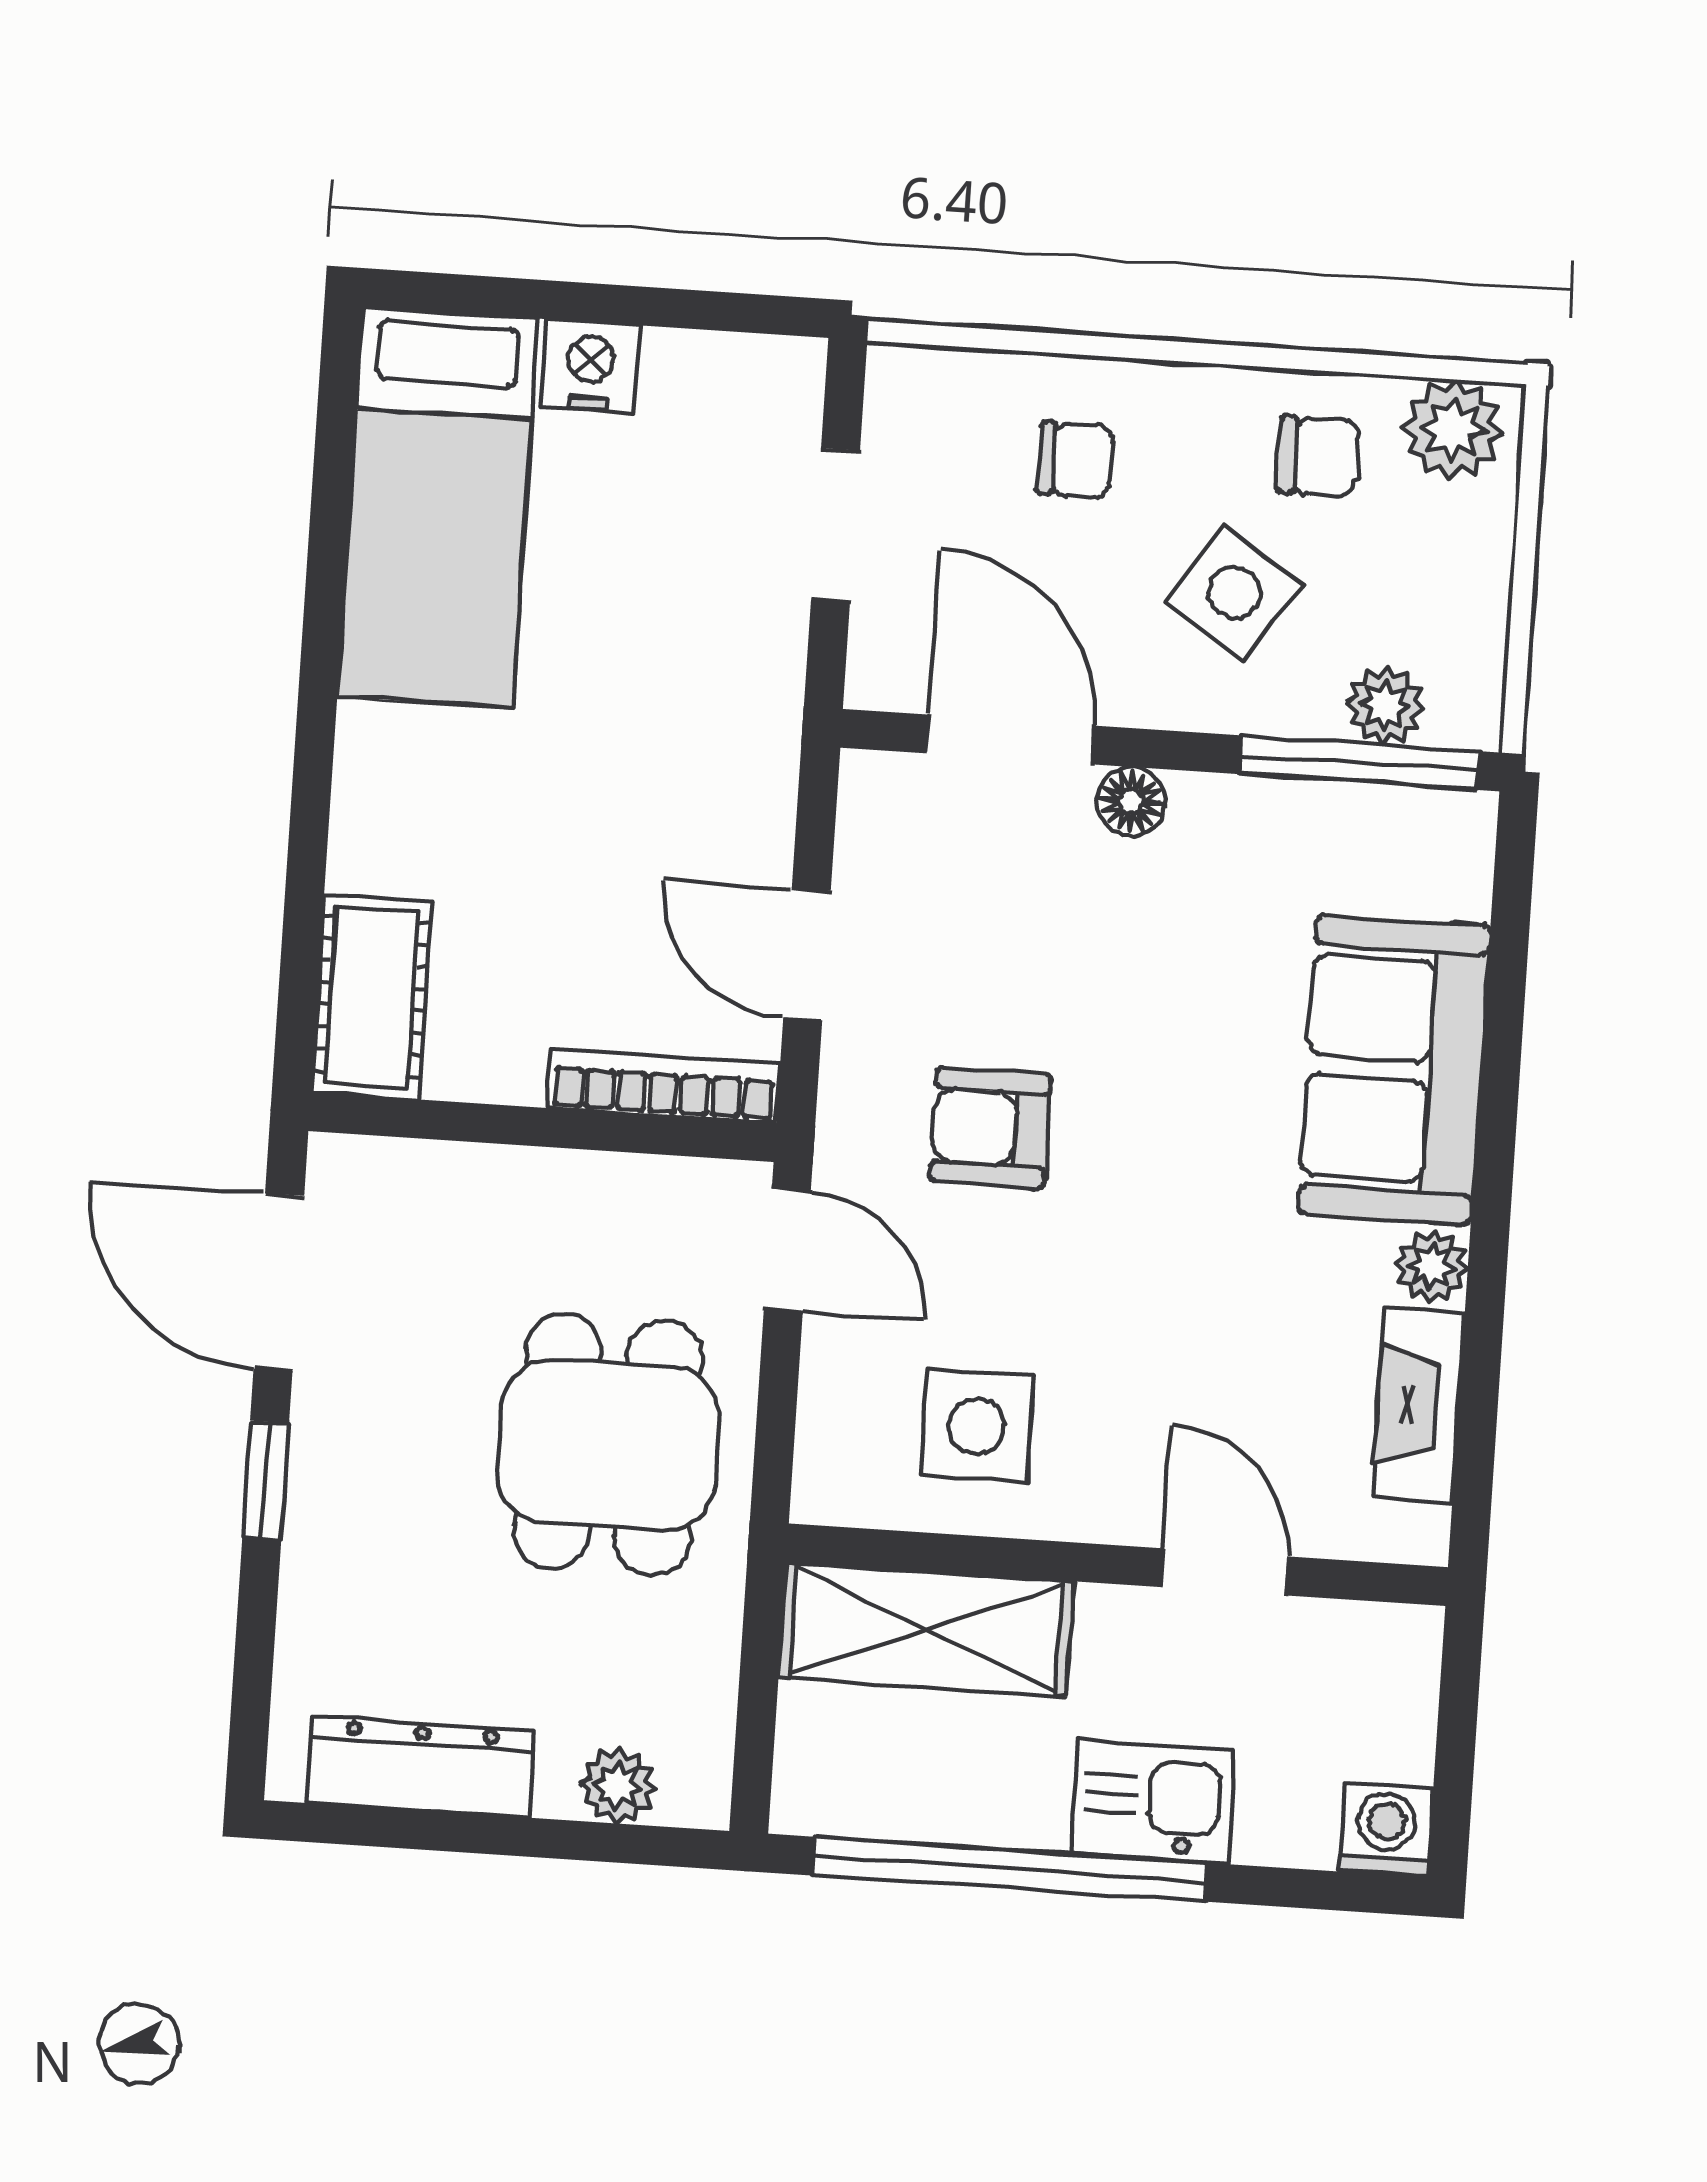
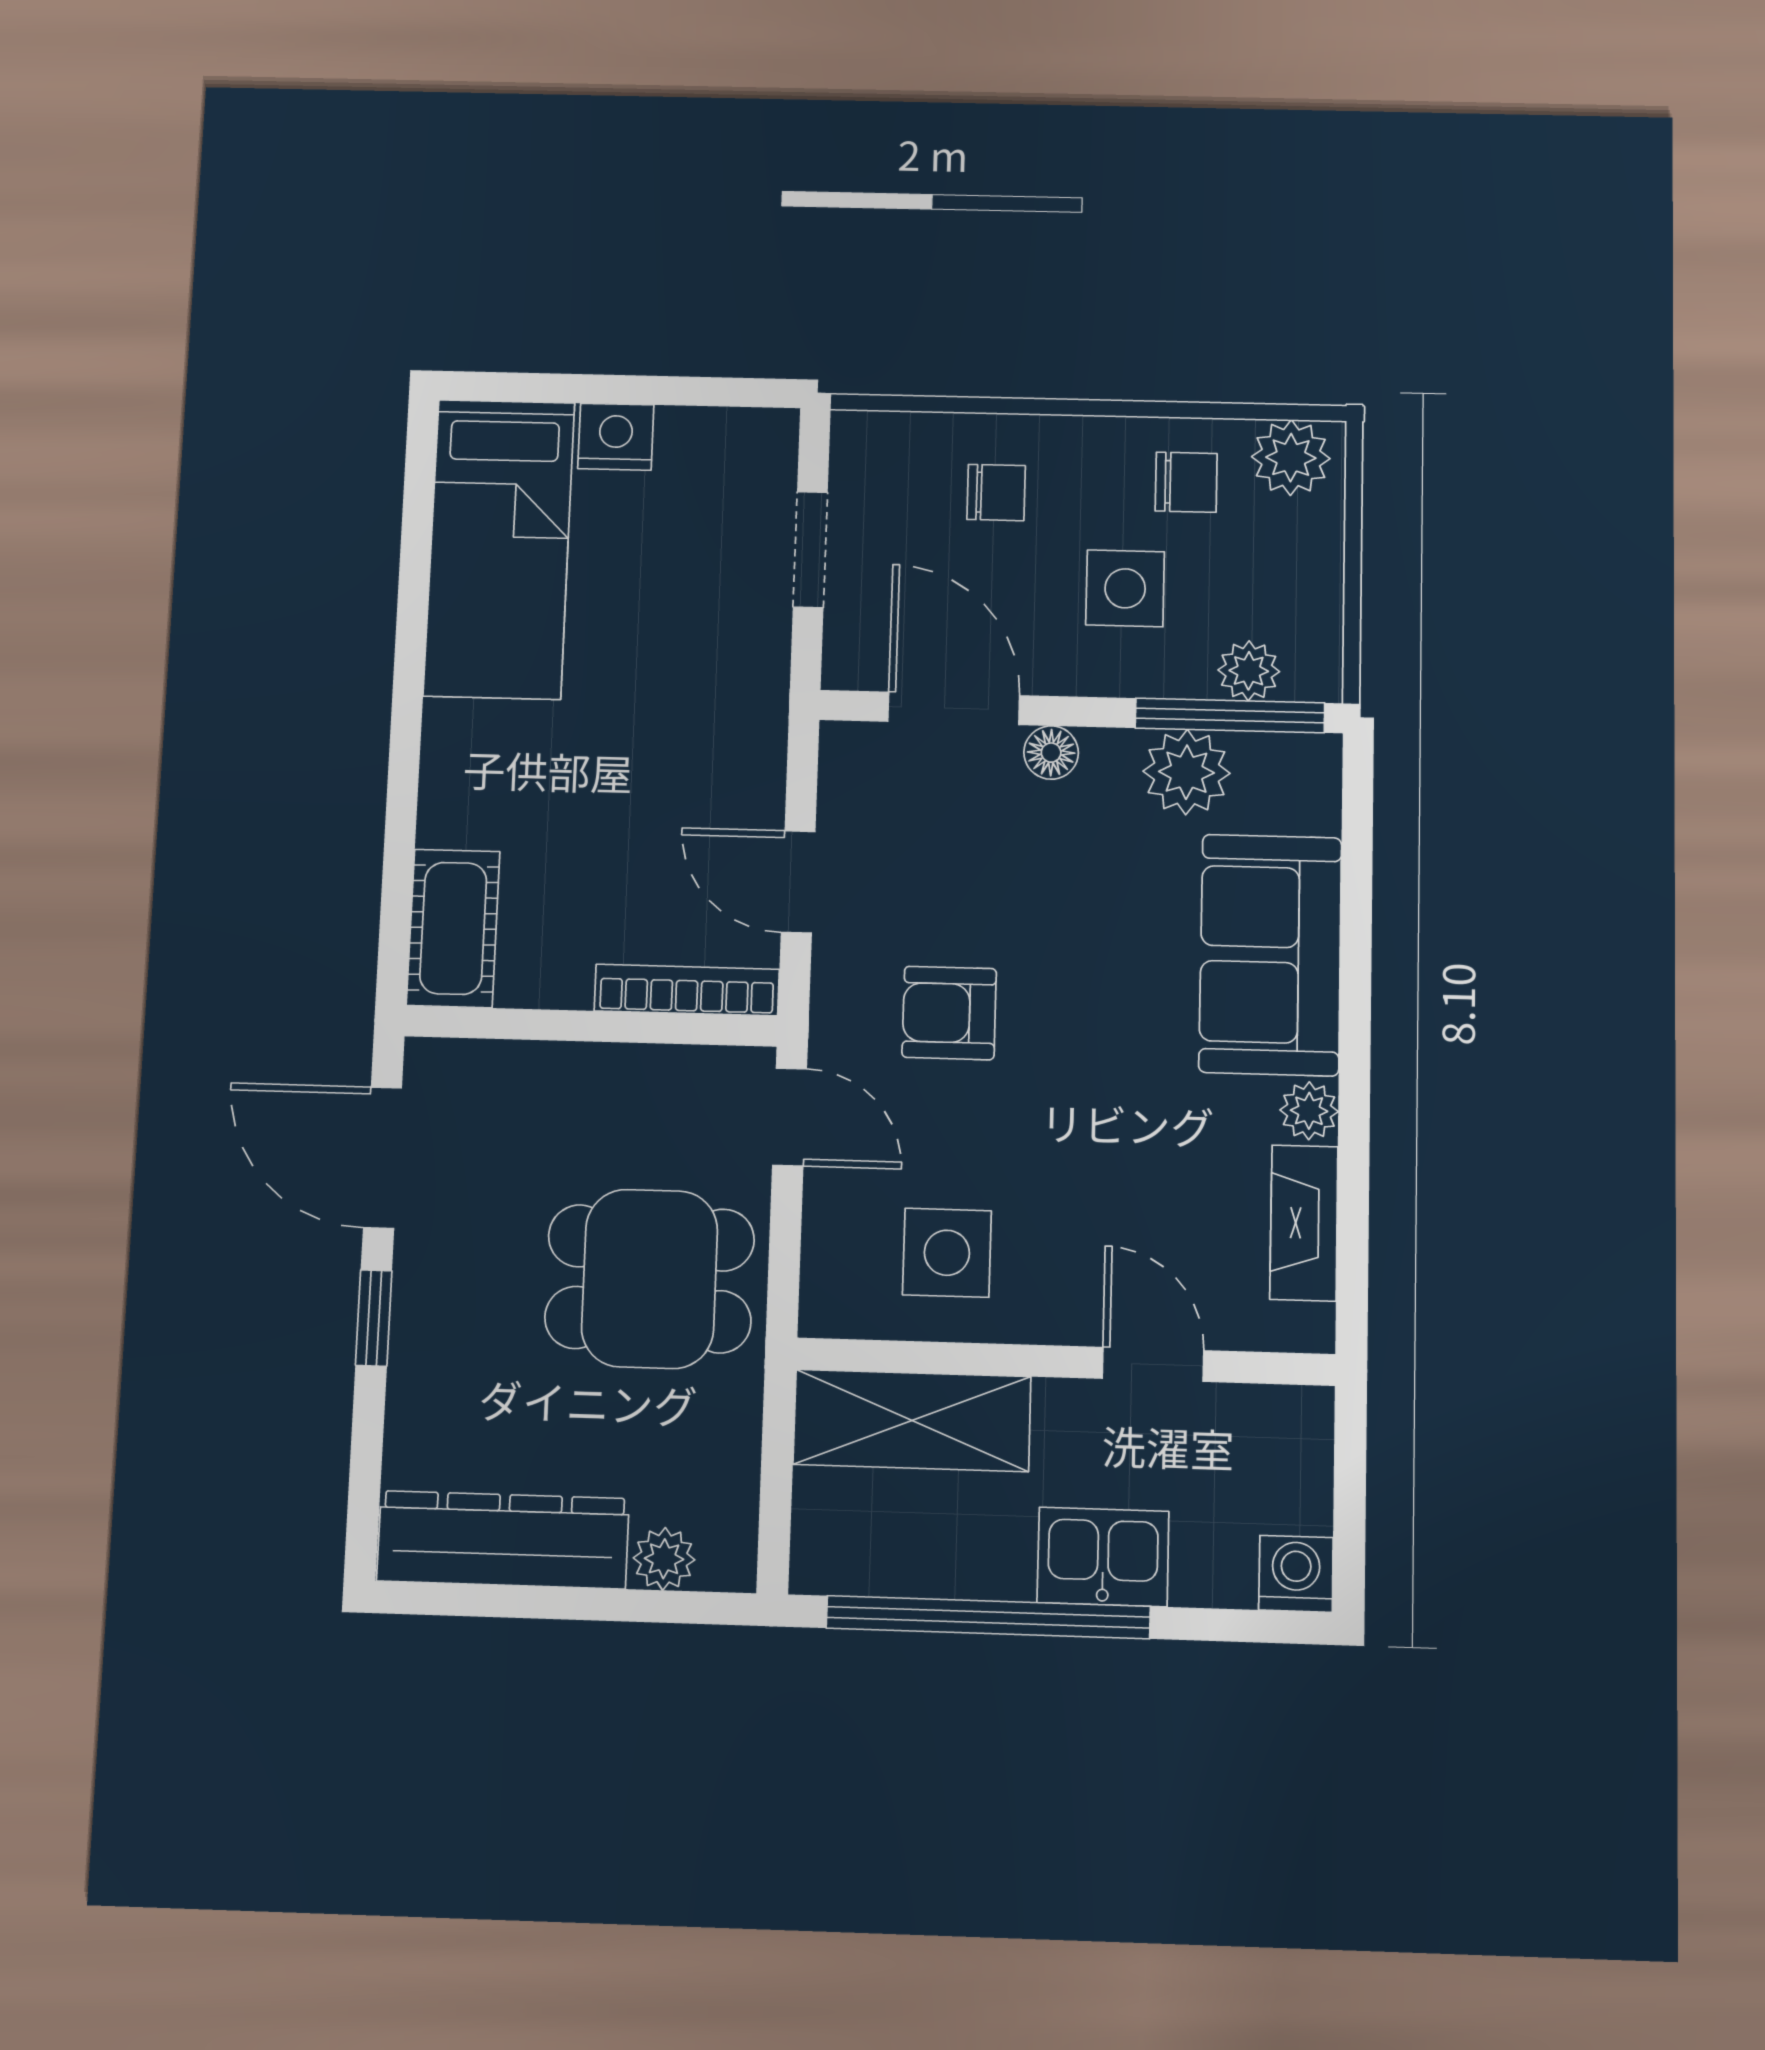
side table: (1234, 592) -> (1125, 588), turned -34
plant: (1301, 833) -> (1186, 772), added
dining table: (608, 1445) -> (650, 1279), turned 90
dresser: (420, 1767) -> (503, 1540), width x1.37, depth x1.24

